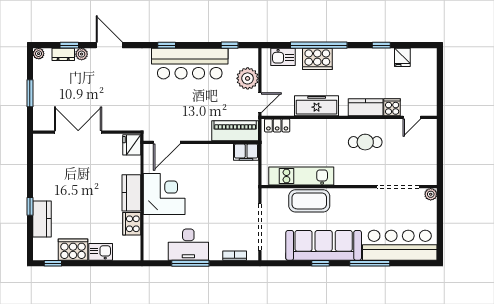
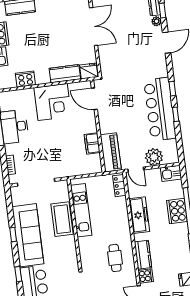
window: (230, 45) -> (176, 114), moved
kitchen sink: (283, 57) -> (171, 173), moved, turned -90
filing cabinet: (246, 152) -> (92, 143), moved
kitchen counter: (131, 193) -> (65, 74), moved
window: (370, 263) -> (18, 274), width x0.46

